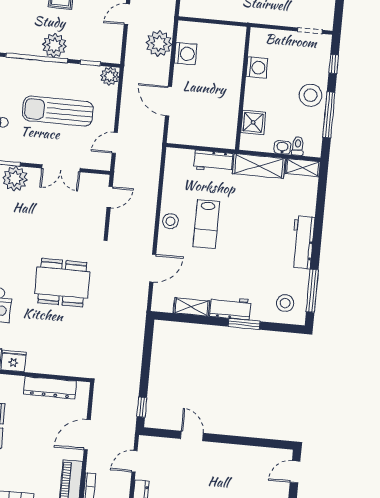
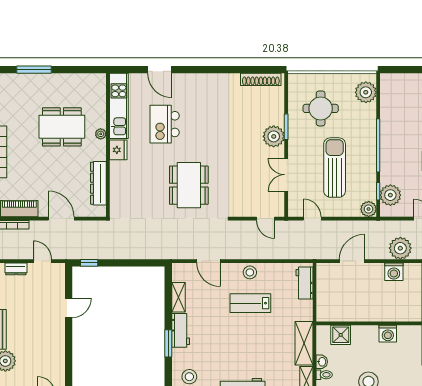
plant: (54, 45) -> (390, 195), moved
workbench: (213, 161) -> (304, 283), moved

